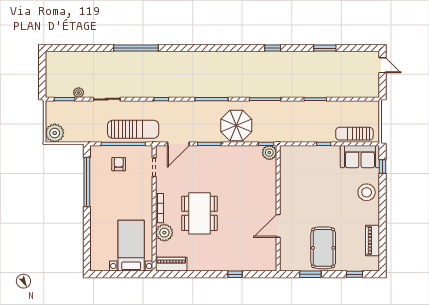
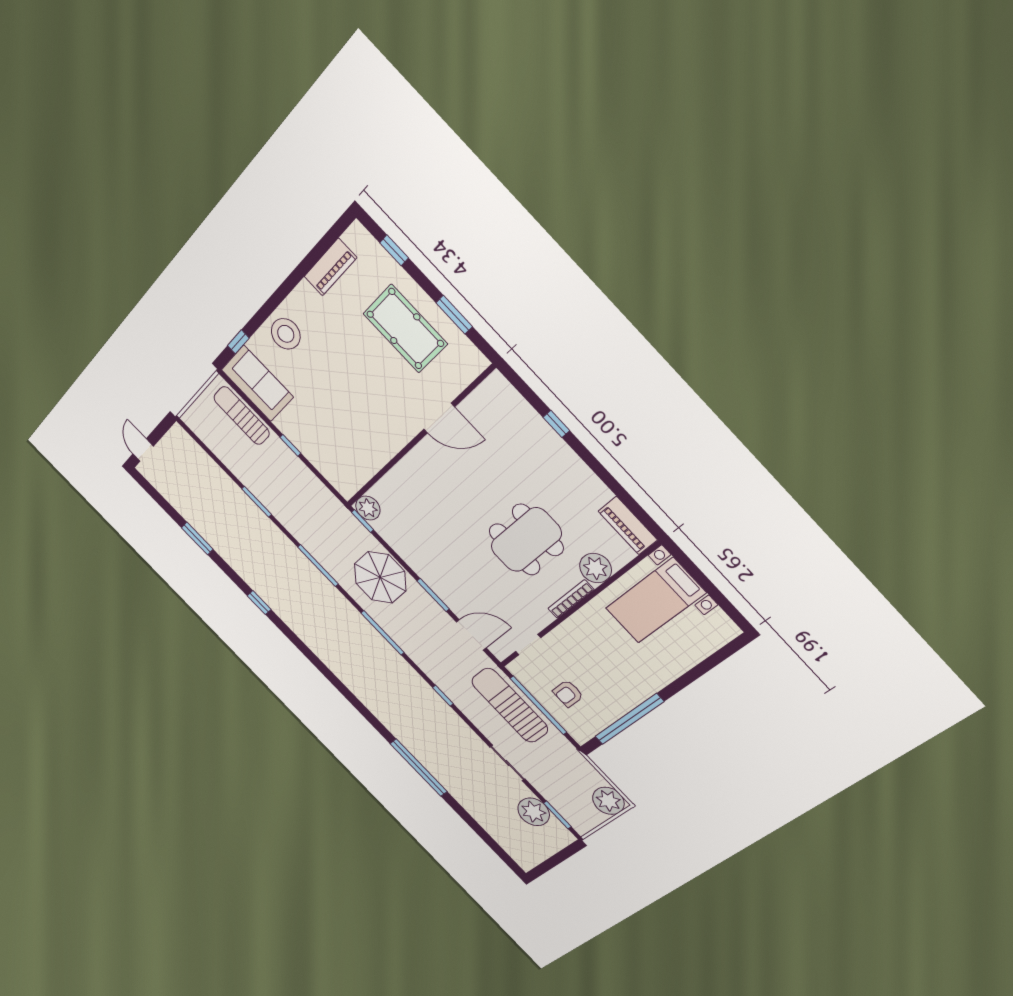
plant: (79, 93) -> (534, 812), width x1.88, depth x1.88
sun lounger: (354, 134) -> (242, 416), turned 180
pool table: (323, 248) -> (405, 329), turned 90

